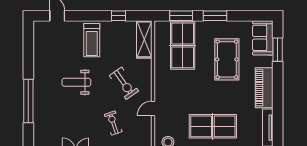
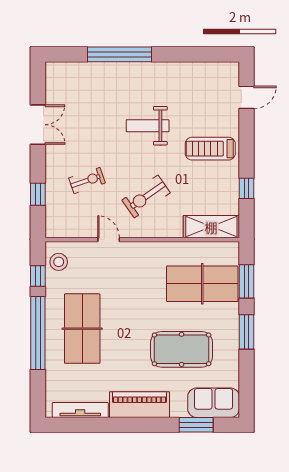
weight bench: (76, 82) -> (148, 126), turned -90

